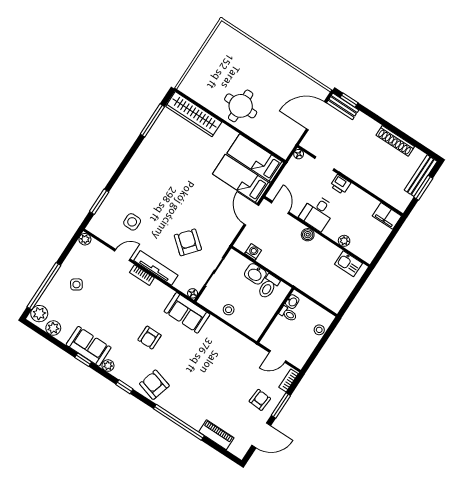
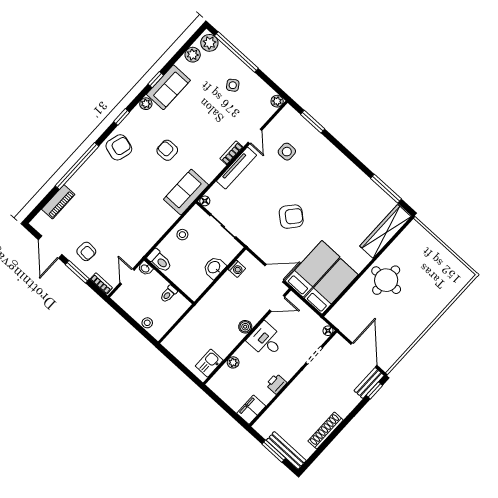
printer: (340, 184) -> (276, 384), moved
armchair: (188, 242) -> (291, 217), moved
toilet: (268, 287) -> (160, 261), moved, turned 180
washbasin: (292, 302) -> (145, 268), moved

